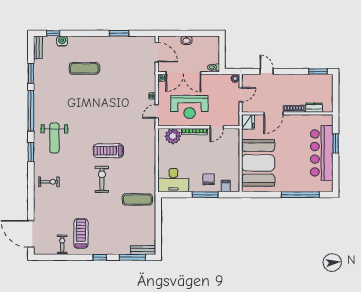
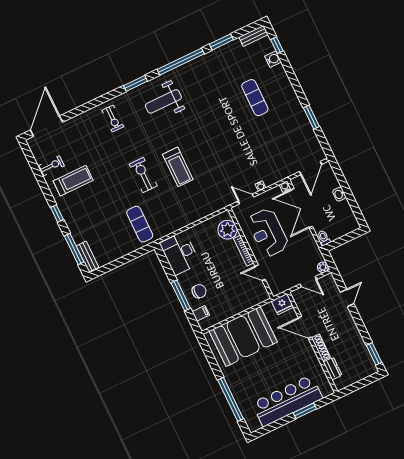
treadmill: (108, 151) -> (178, 167), turned 180
exercise bike: (102, 179) -> (143, 175), turned -90

